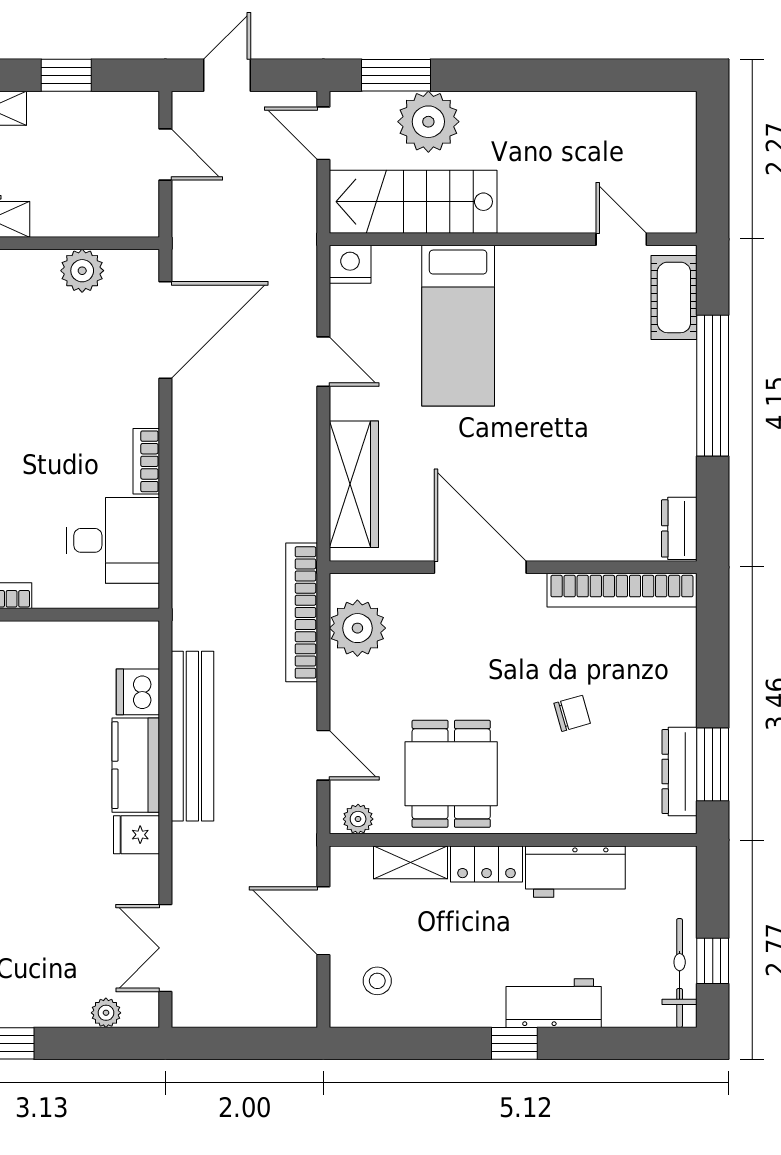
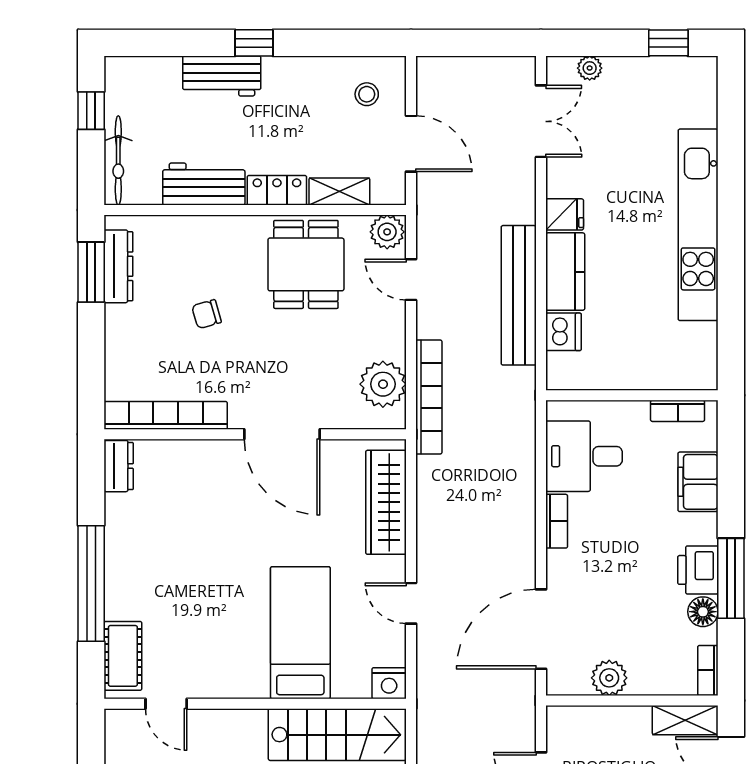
plant: (358, 819) -> (387, 232), width x1.38, depth x1.38
bicycle: (680, 973) -> (118, 160), moved

